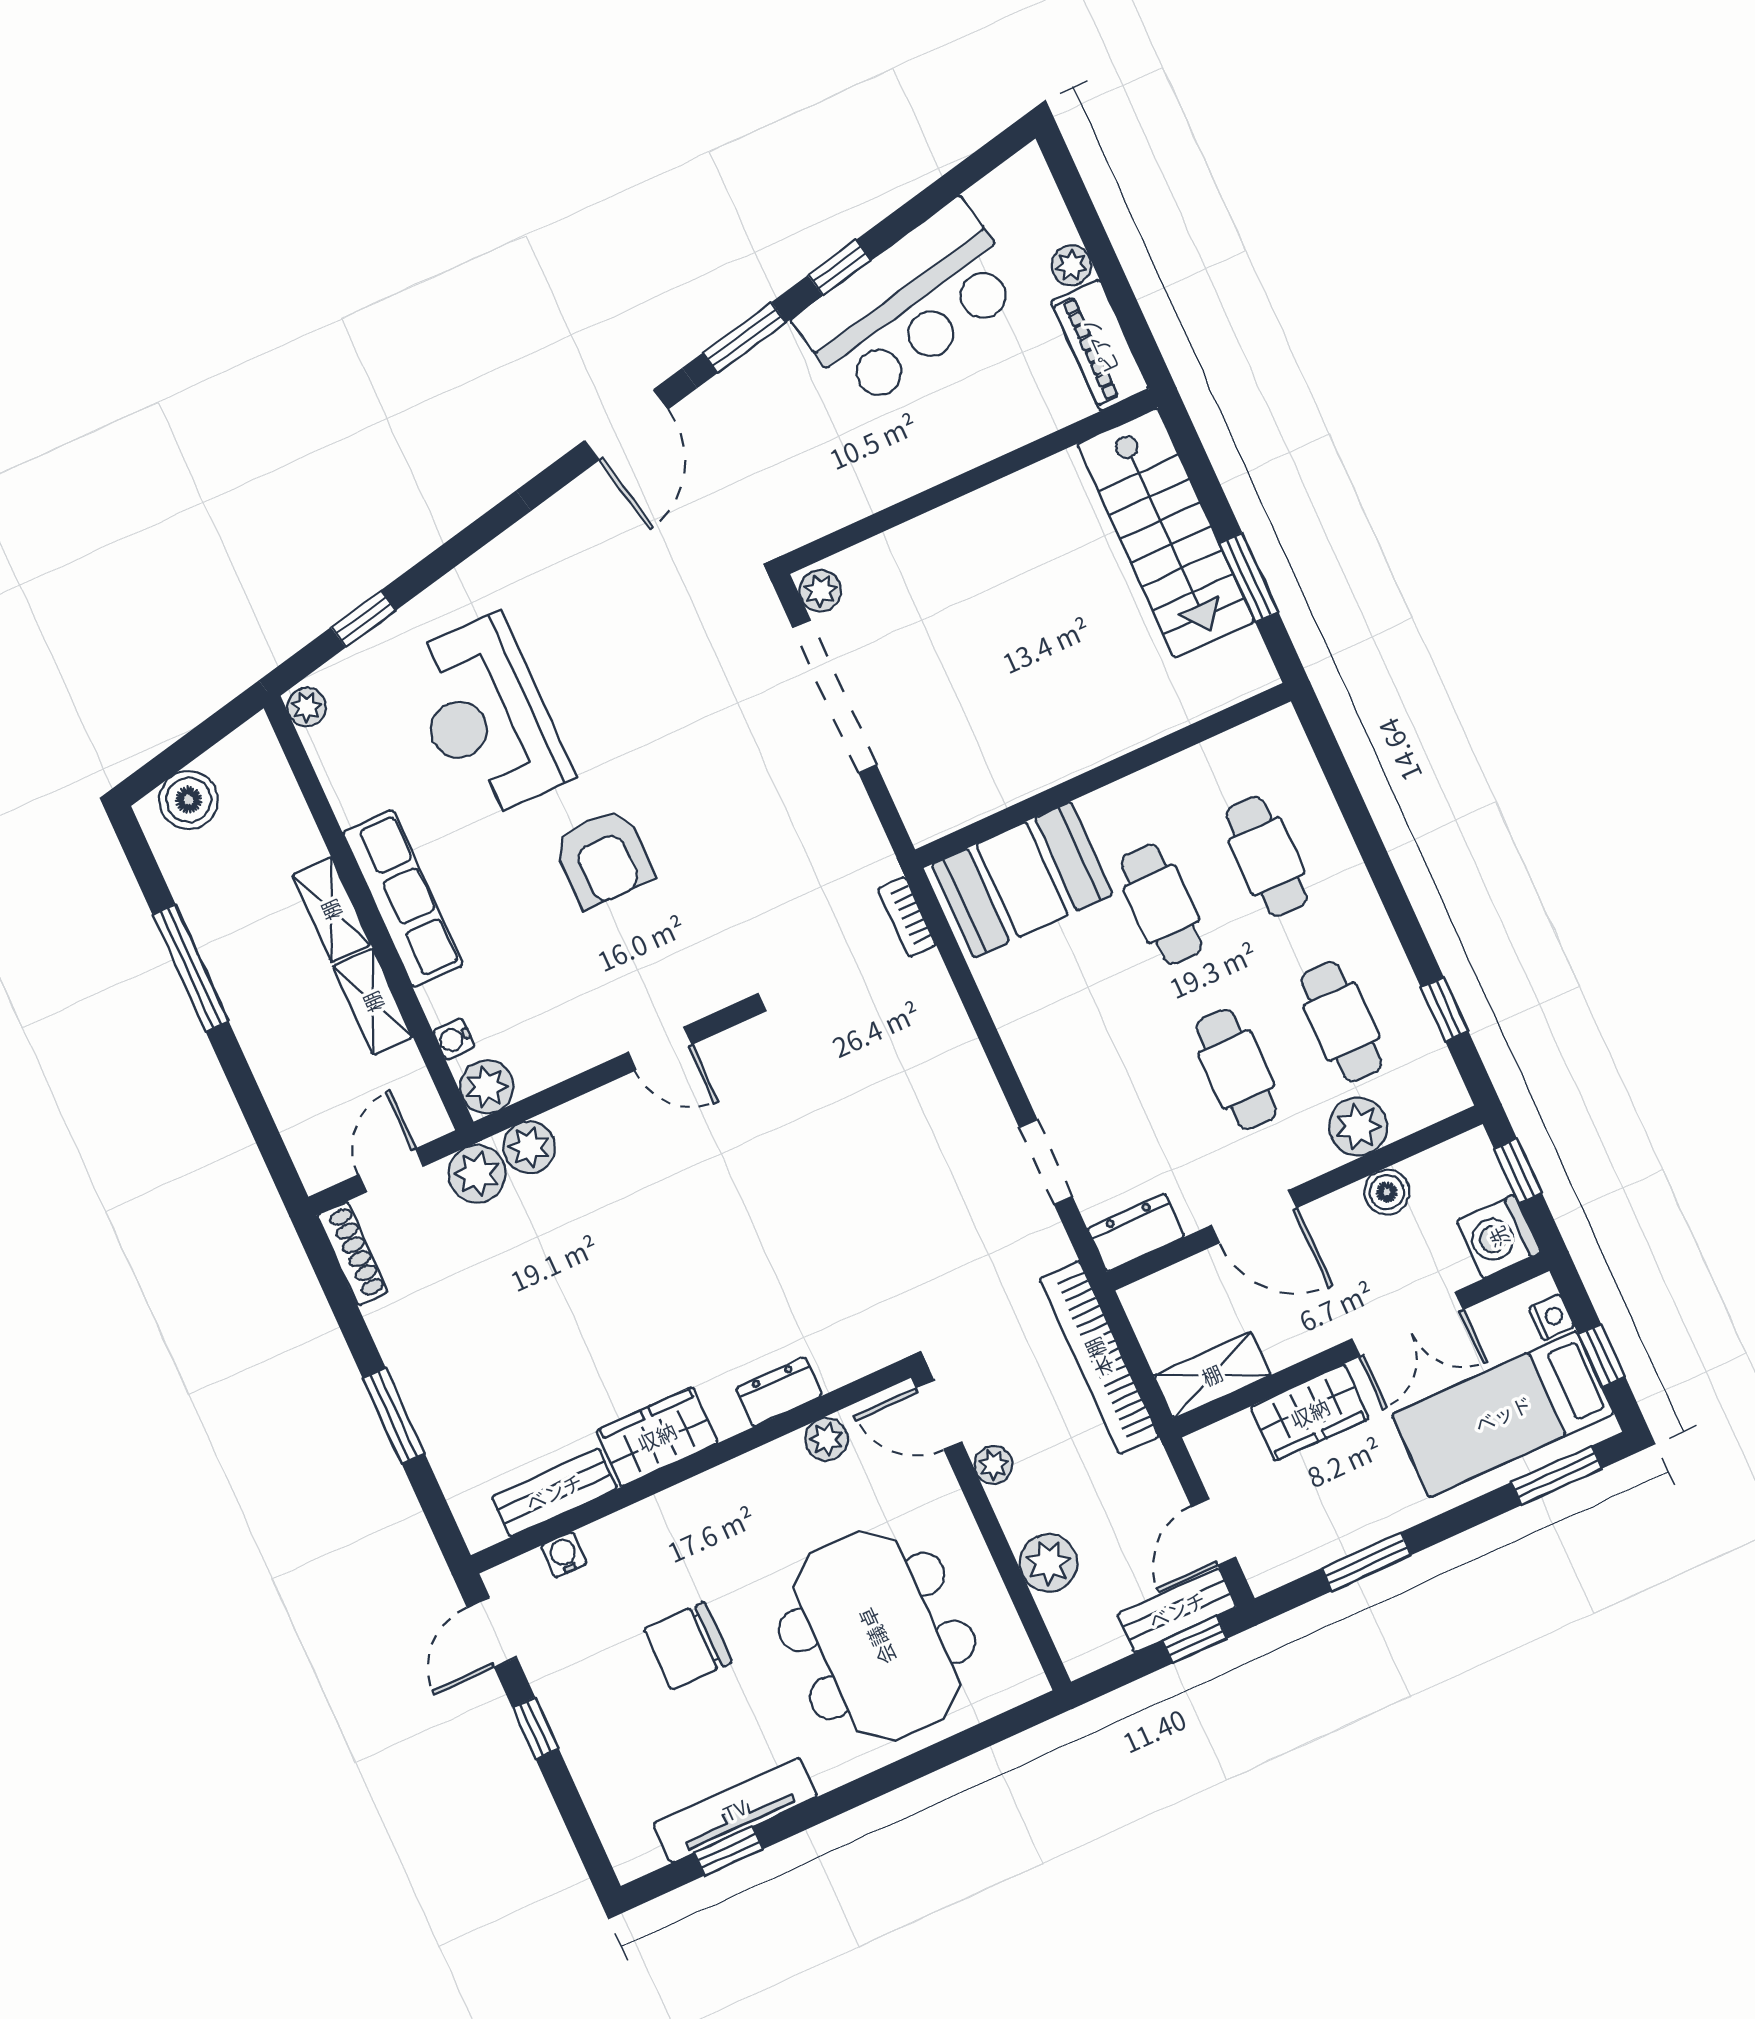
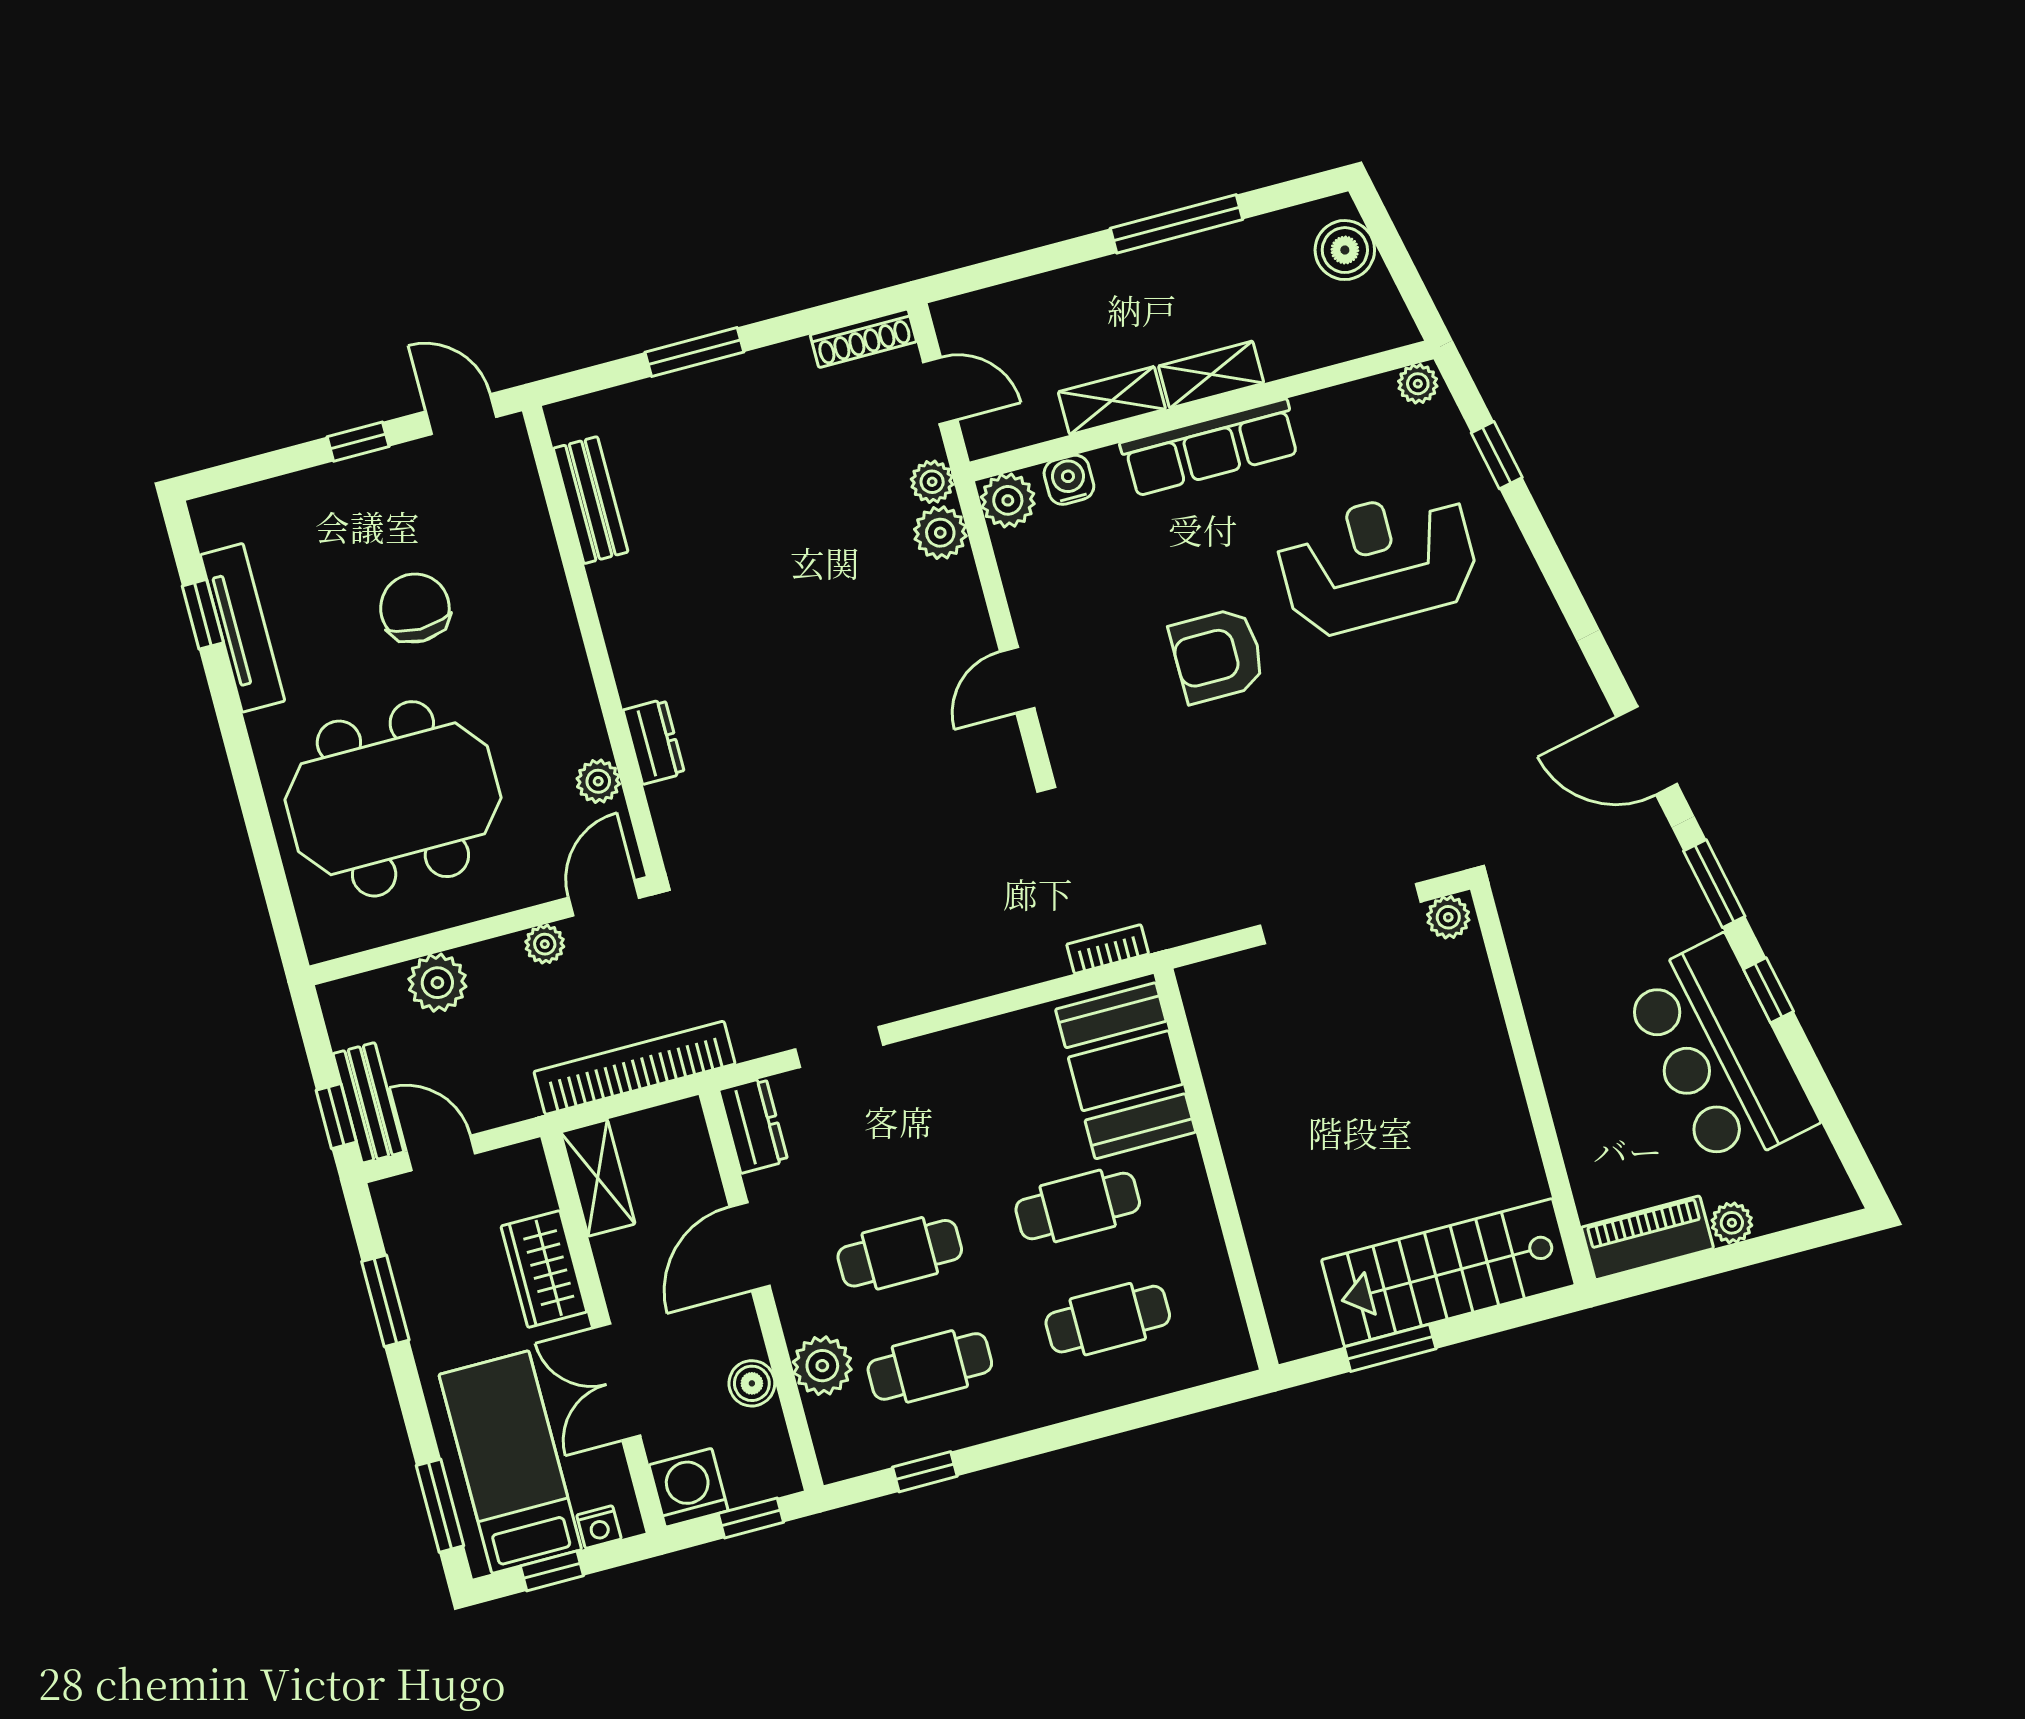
water cooler: (454, 1039) -> (1069, 480), width x1.38, depth x1.38
plant: (477, 1174) -> (932, 482), width x0.73, depth x0.73
wardrobe: (657, 1437) -> (629, 612), removed
water cooler: (564, 1555) -> (527, 499), removed

